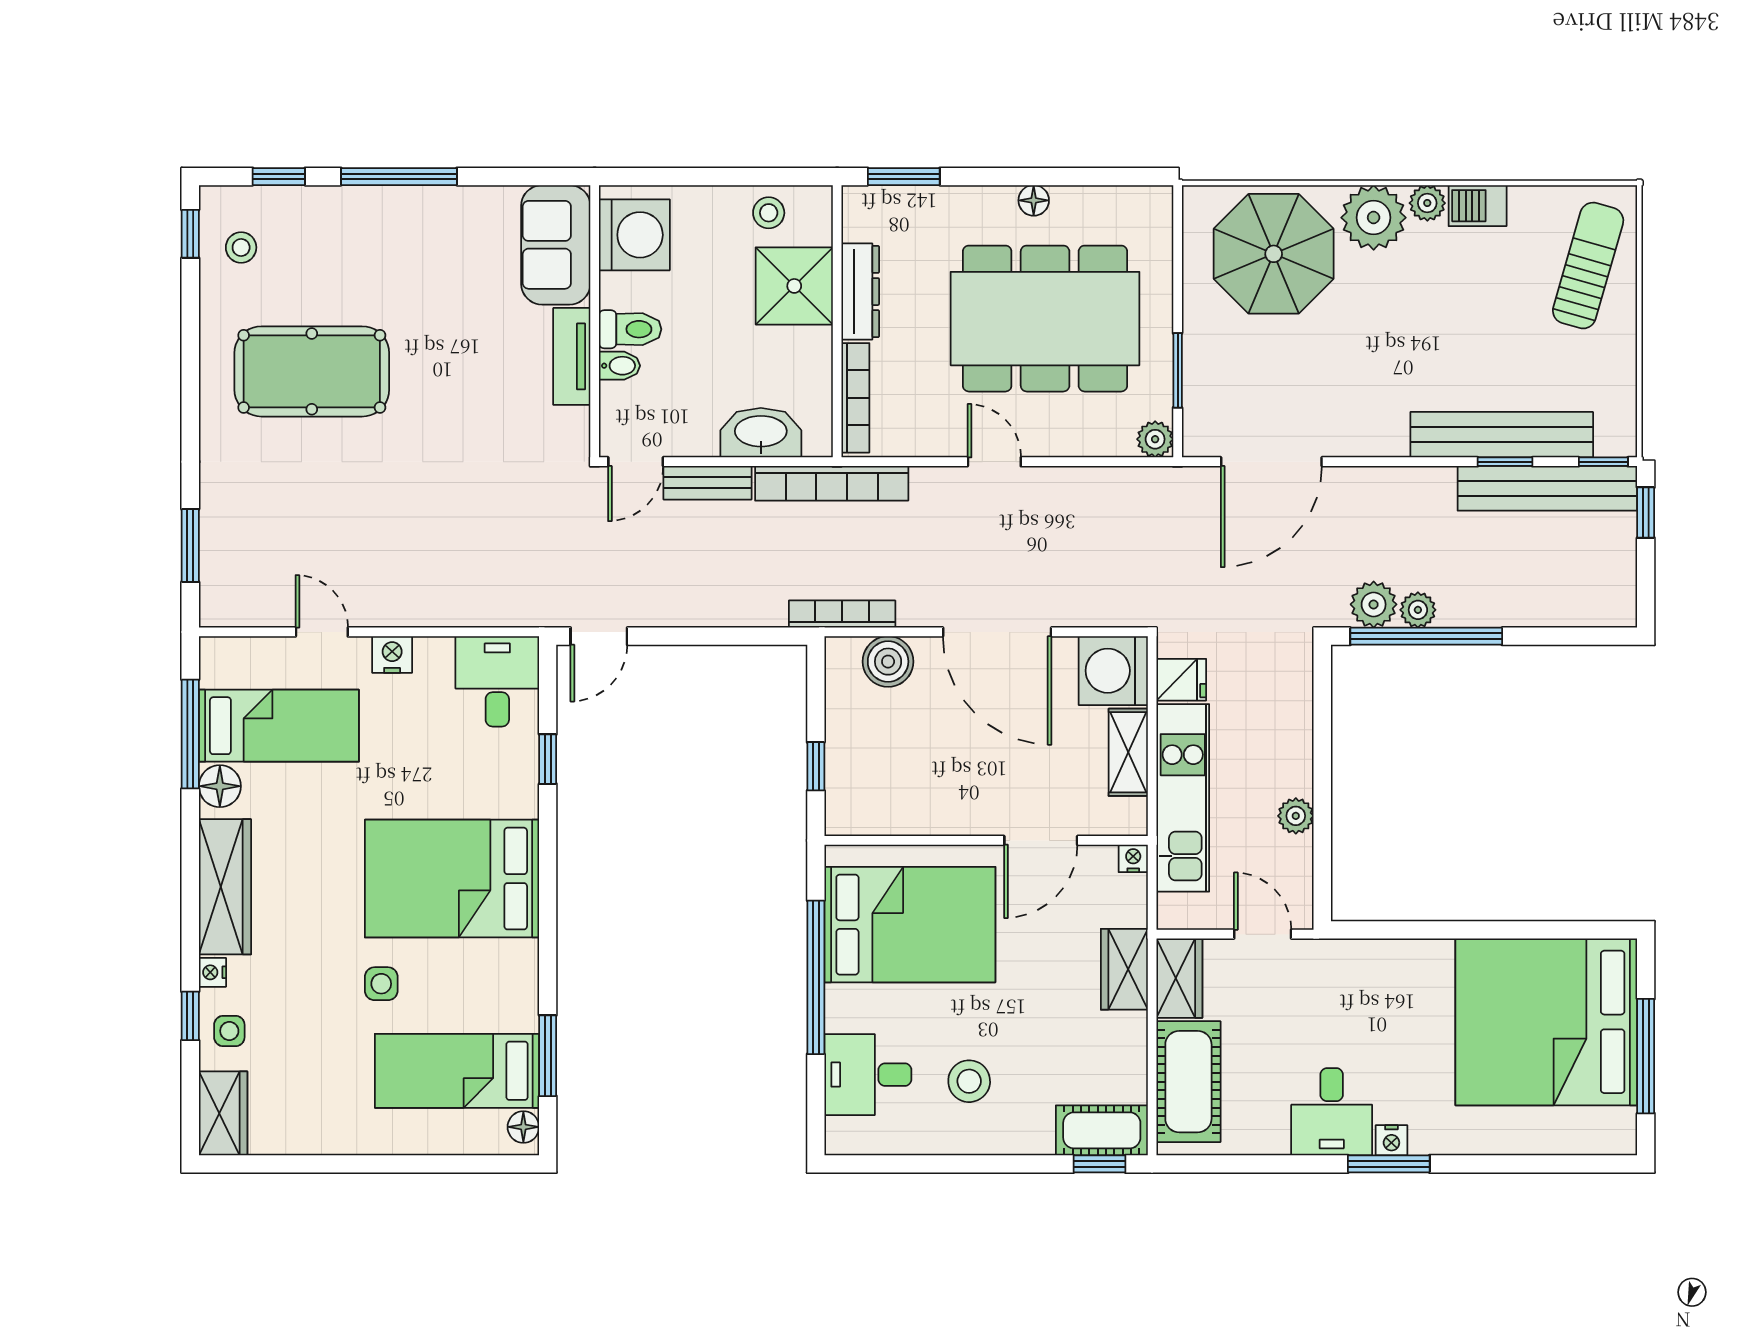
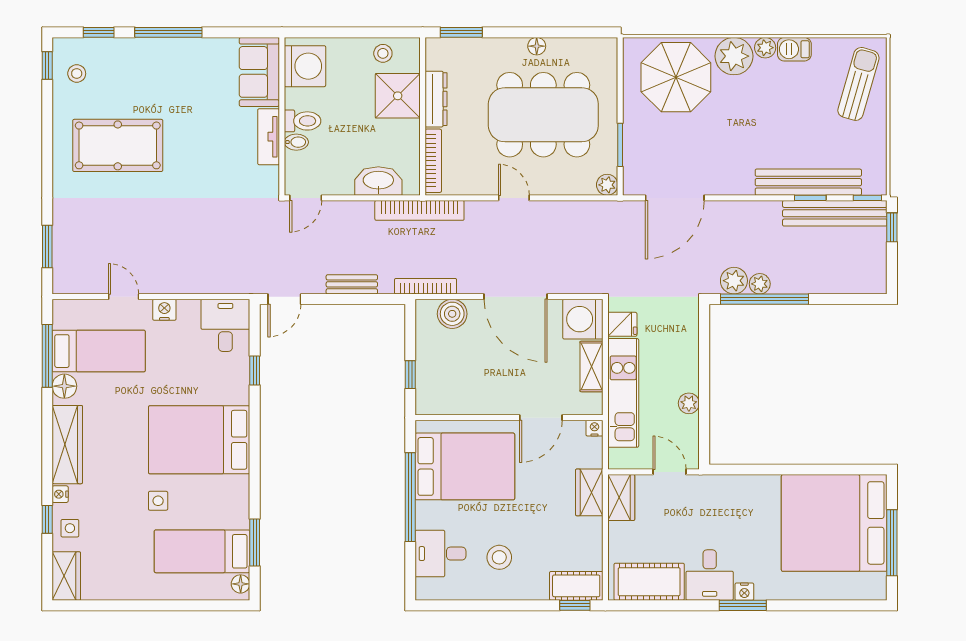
bench: (708, 483) -> (352, 284), moved
cot: (1188, 1082) -> (649, 582), moved, turned 90

